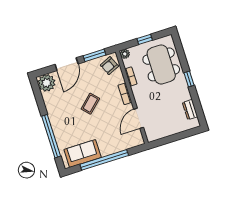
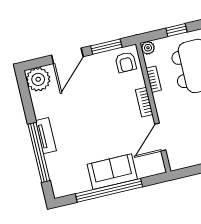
armchair: (109, 66) -> (126, 62), turned -66
coffee table: (90, 104) -> (96, 112), removed
tv unit: (55, 124) -> (46, 136), added
sofa: (83, 153) -> (112, 172), moved

